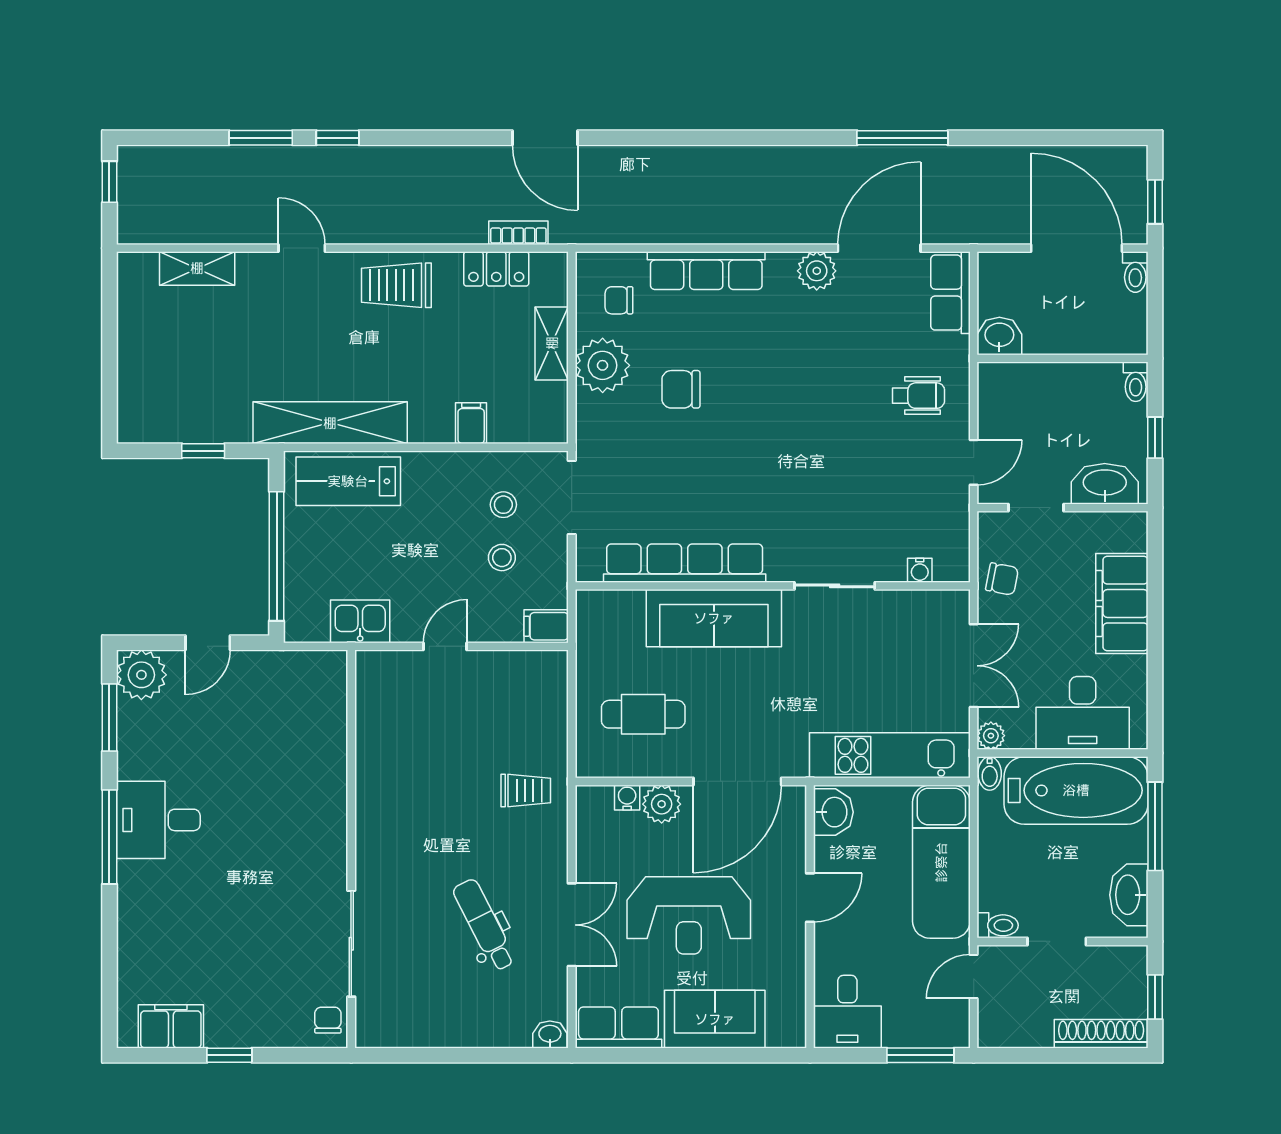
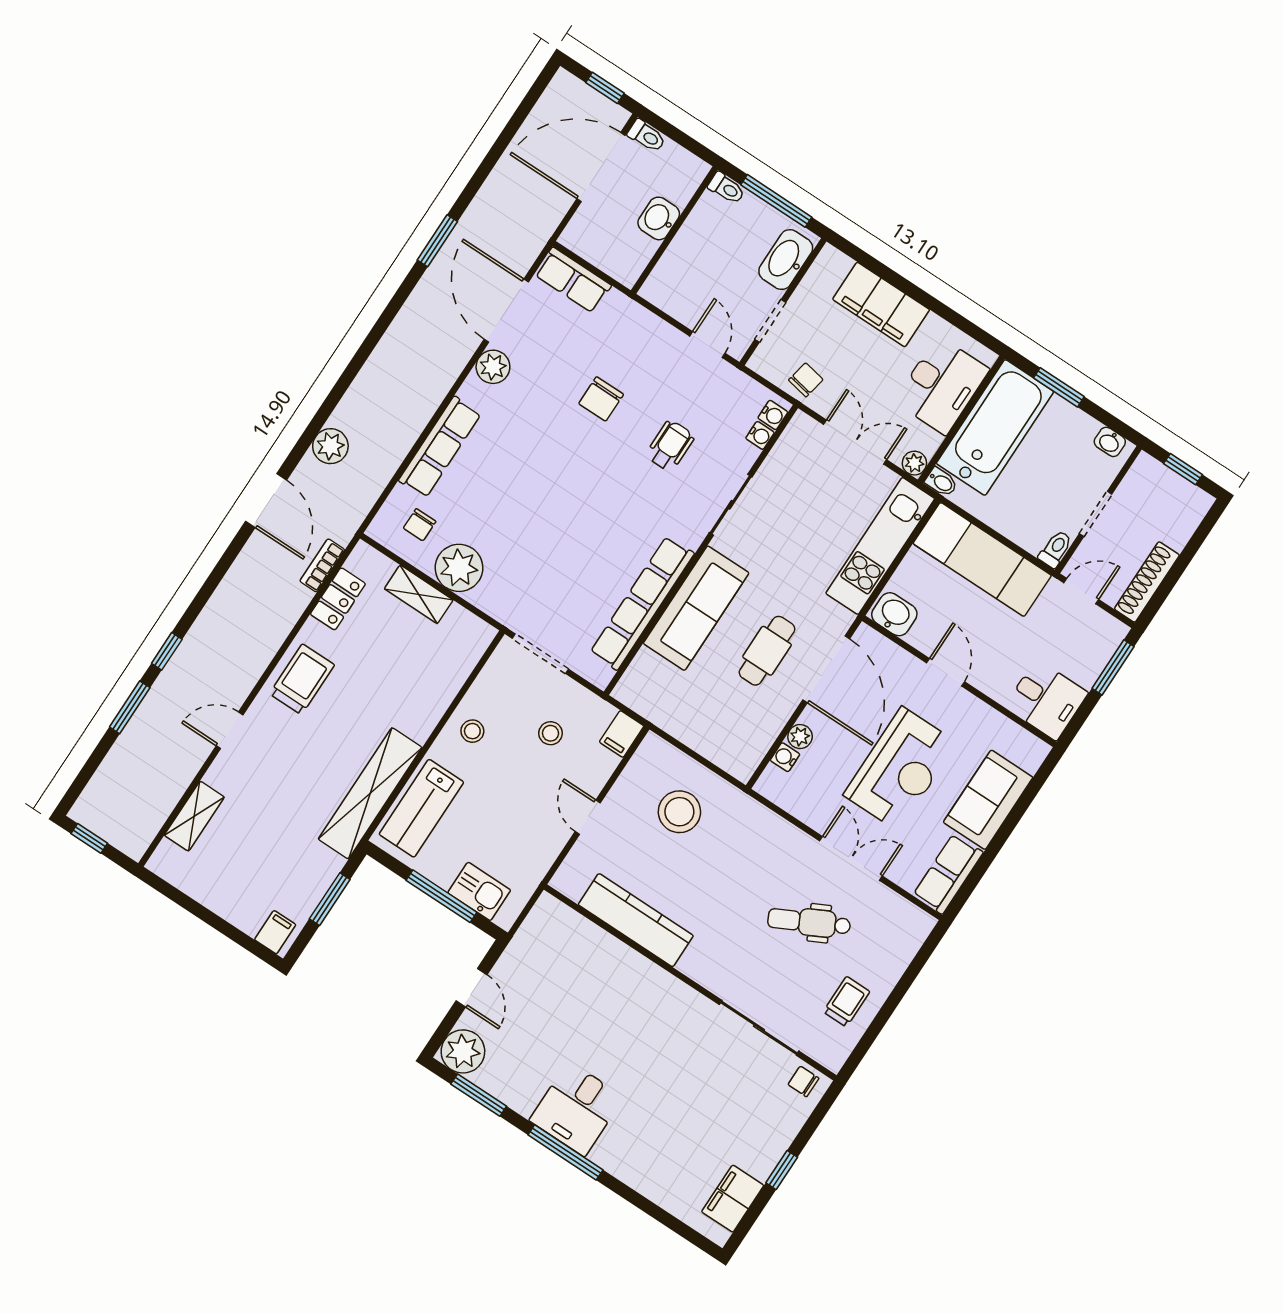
door: (545, 138) -> (266, 501), hinge flipped
window: (902, 138) -> (437, 241), width x0.69
plant: (638, 165) -> (330, 446), added
trolley: (396, 285) -> (302, 679), turned 180
washbasin: (999, 336) -> (659, 218), moved
chair: (681, 389) -> (601, 399), moved
wheelchair: (918, 396) -> (670, 446), moved
filing cabinet: (471, 423) -> (275, 932), moved, turned 90
window: (1155, 438) -> (776, 201), width x2.17
window: (203, 451) -> (330, 899), width x1.50
stool: (503, 505) -> (472, 731), moved
window: (277, 556) -> (441, 896), width x0.68
water cooler: (947, 570) -> (773, 415), added
kitchen sink: (360, 621) -> (479, 891), moved, turned 90
cafe table: (643, 714) -> (767, 651), moved
stool: (508, 731) -> (679, 812), added
kitchen counter: (377, 757) -> (636, 920), added
trolley: (526, 791) -> (847, 1002), moved
plant: (662, 804) -> (800, 737), width x0.73, depth x0.73
window: (1155, 826) -> (1059, 387), width x0.69
washbasin: (1129, 895) -> (1110, 442), width x0.52, depth x0.69
door: (974, 976) -> (1081, 591), swing flipped
washbasin: (550, 1034) -> (920, 927), removed
shoe rack: (1101, 1034) -> (1147, 582), moved

